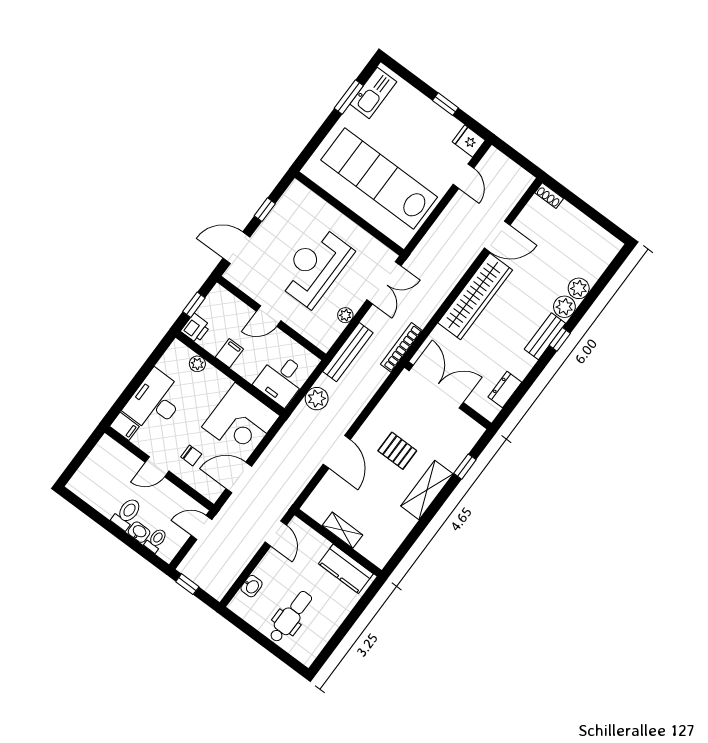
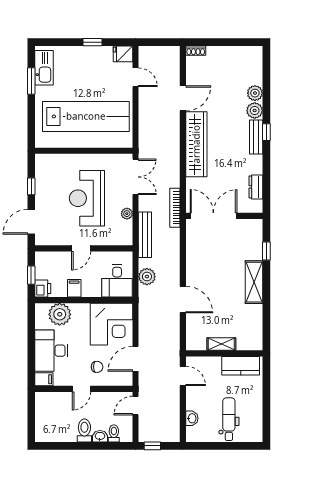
lab bench: (379, 179) -> (86, 116), turned 180
plant: (197, 364) -> (60, 314), width x1.87, depth x1.87
pallet: (397, 451) -> (219, 272), removed

